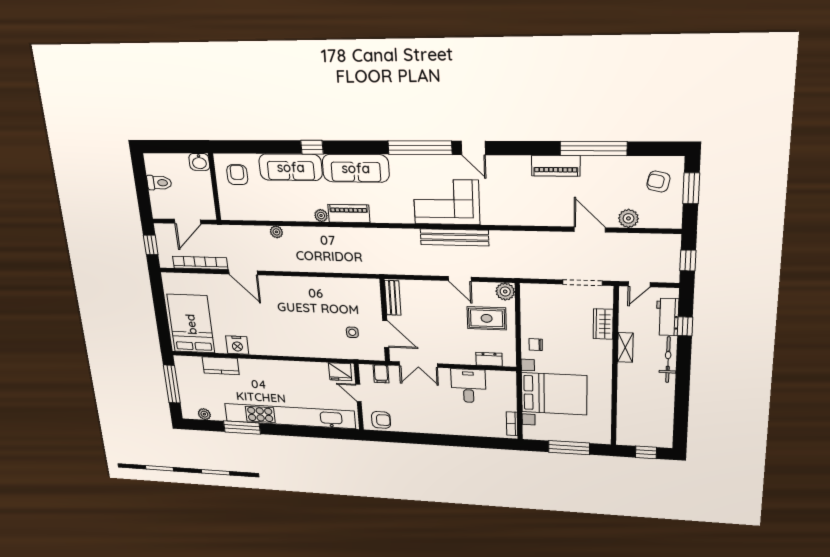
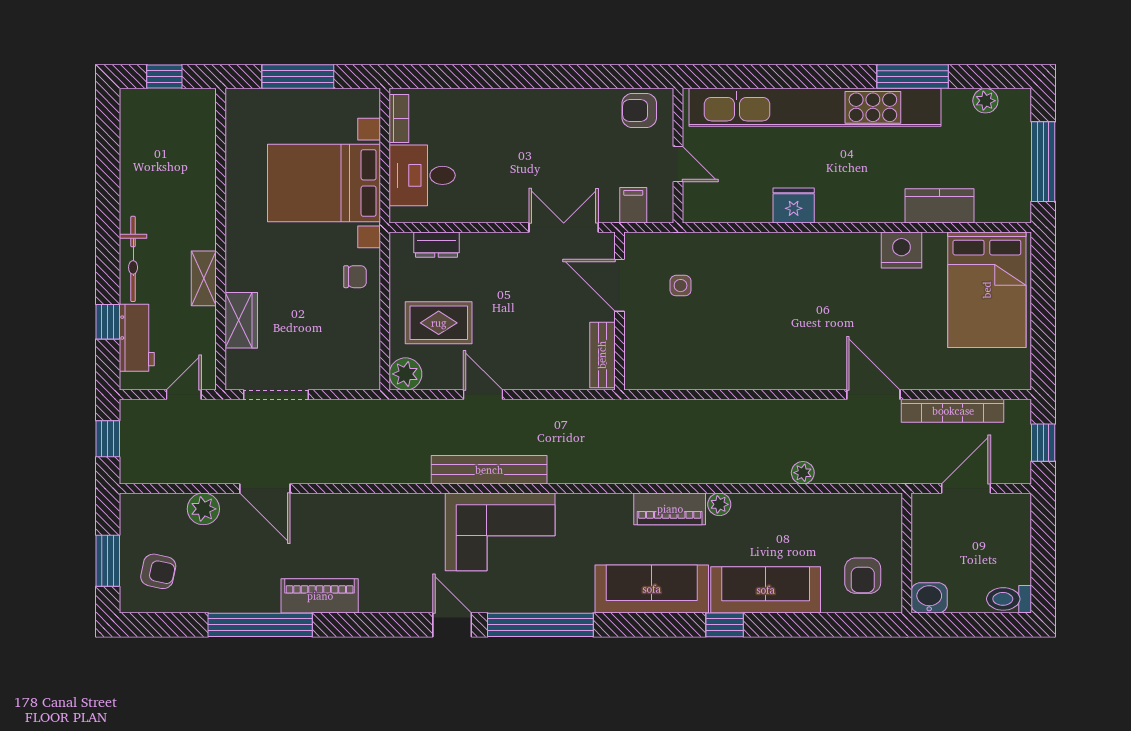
toilet: (159, 183) -> (1009, 599), moved
fridge: (340, 372) -> (794, 206), moved
desk: (468, 386) -> (422, 175), moved, turned 90

